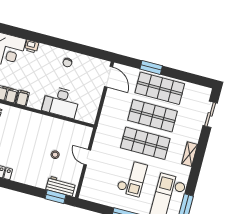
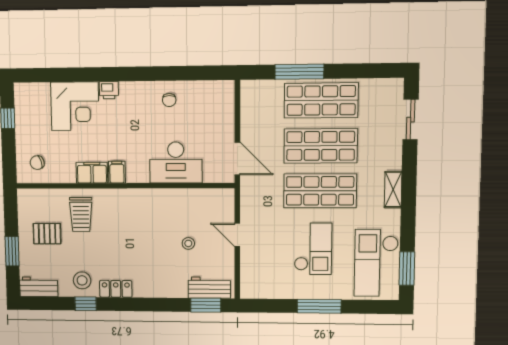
window: (151, 67) -> (299, 72), width x1.44
door: (109, 77) -> (237, 159), moved

